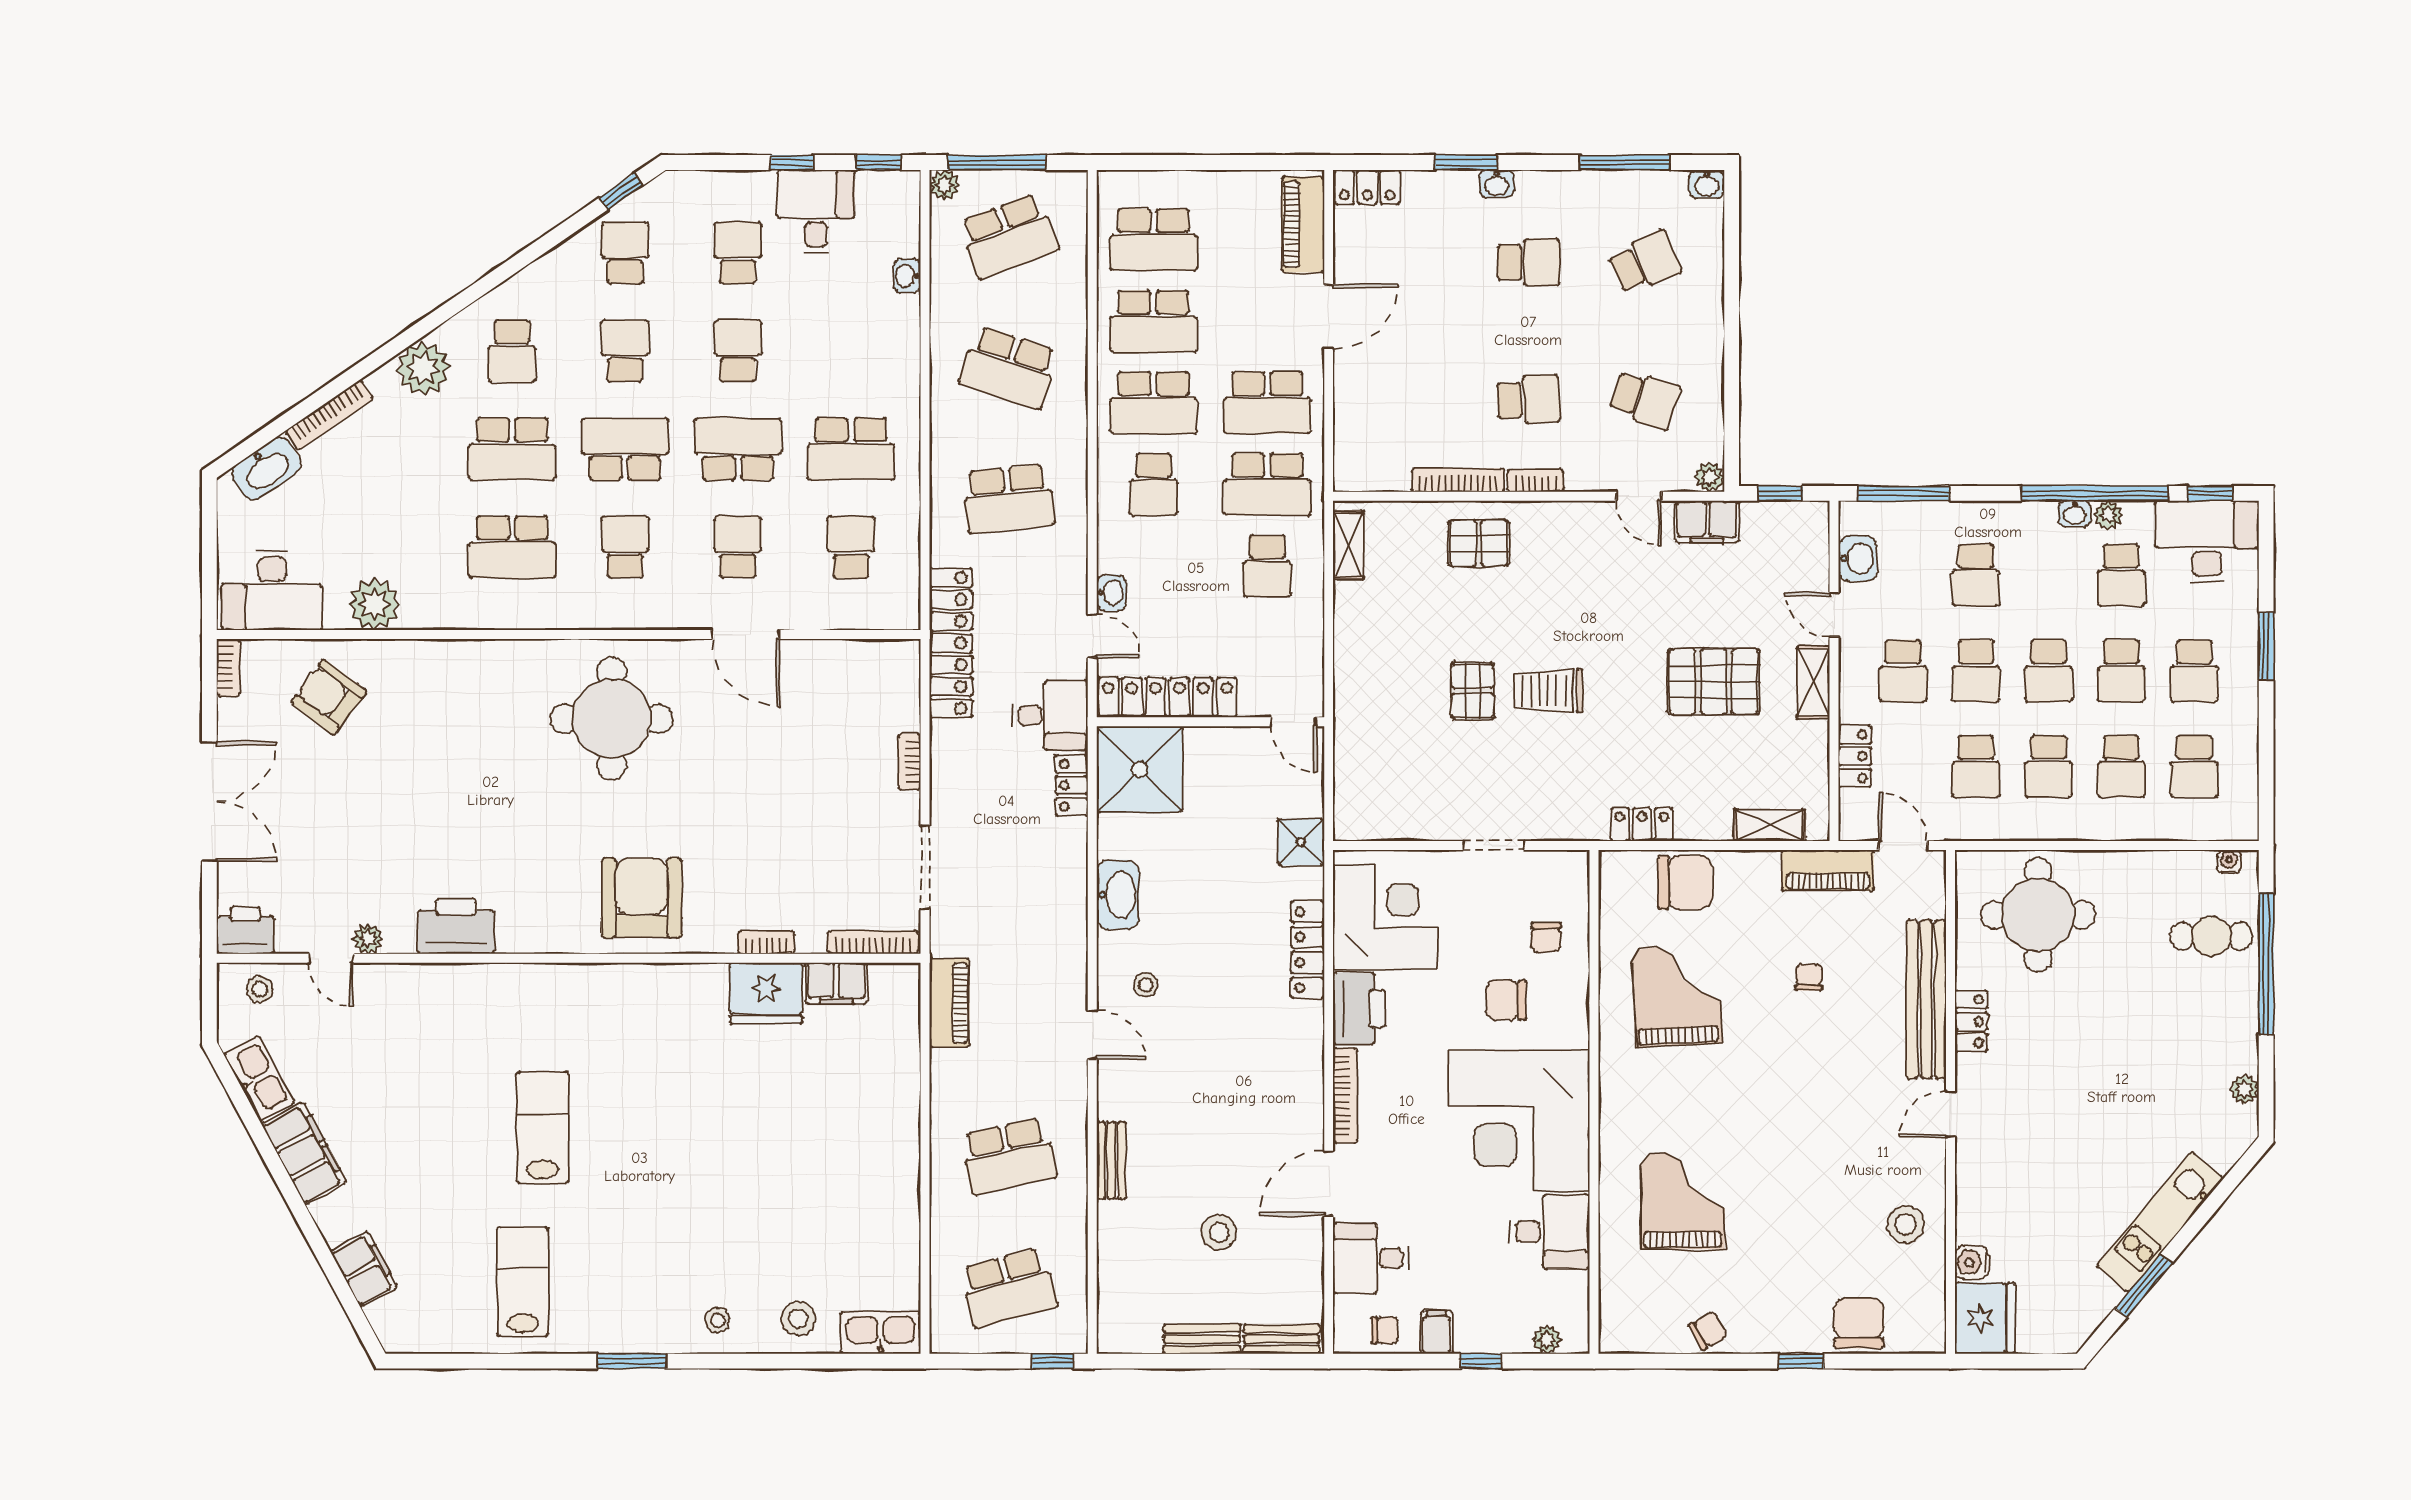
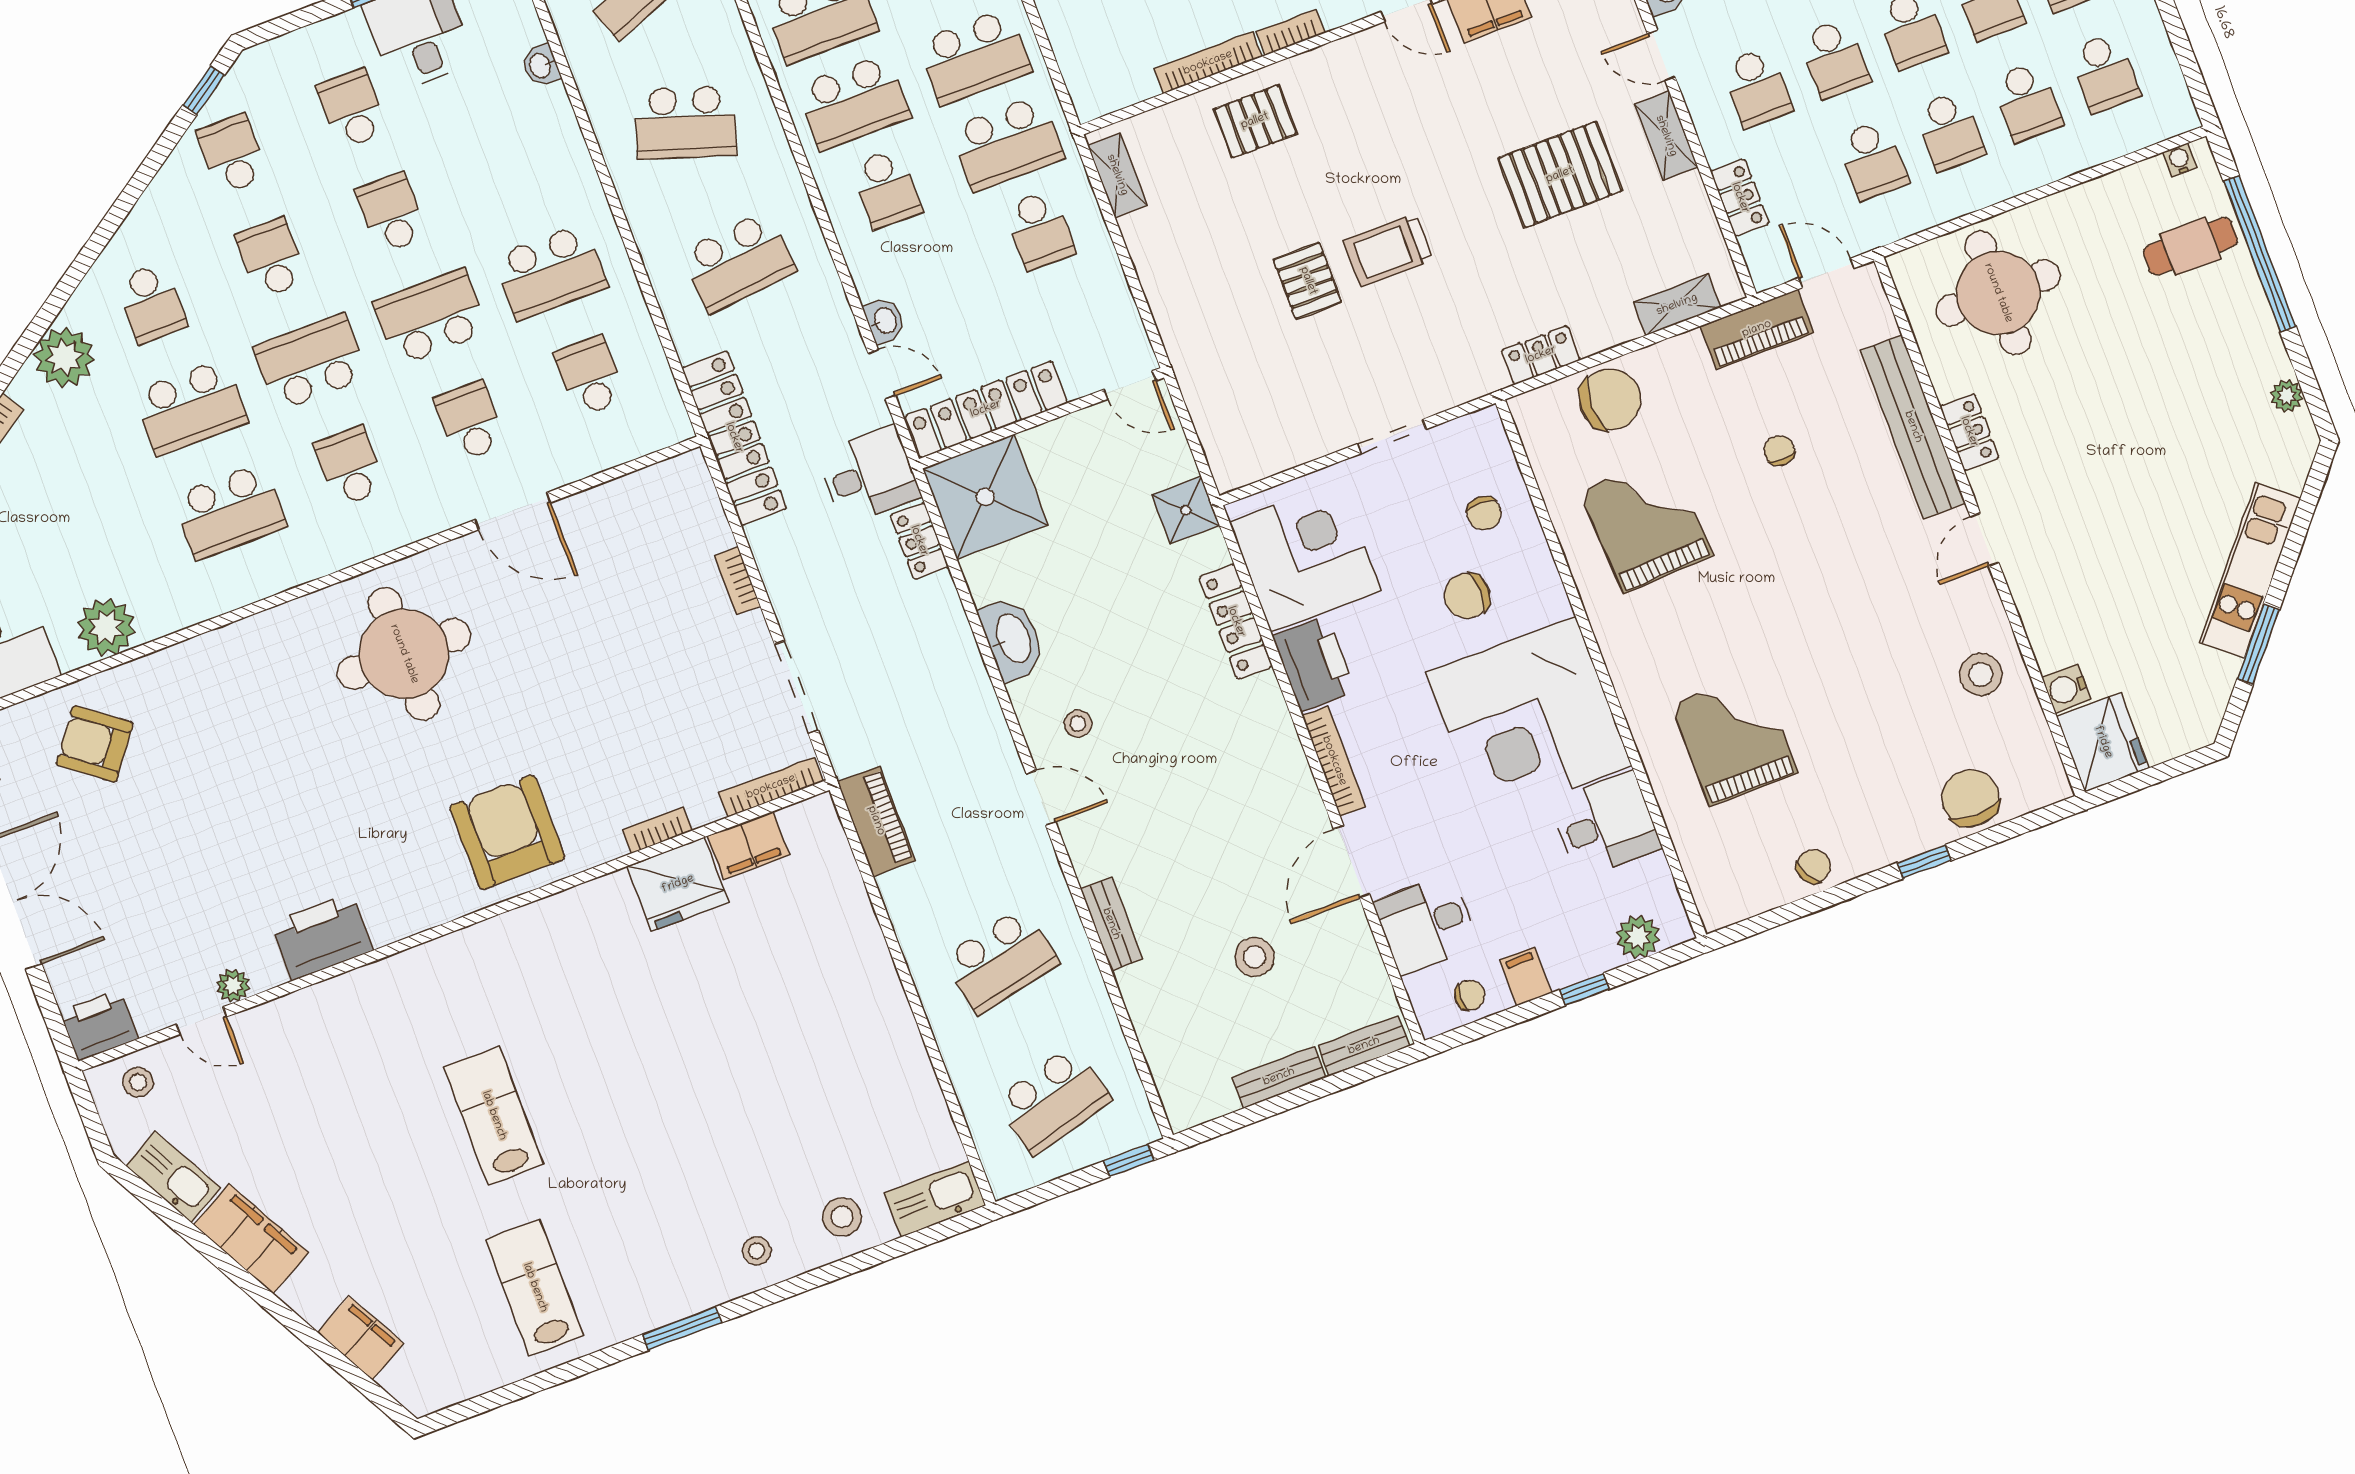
plant: (1547, 1340) -> (1638, 937), width x1.38, depth x1.38

